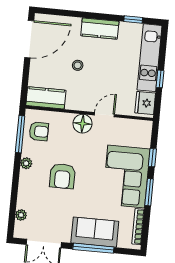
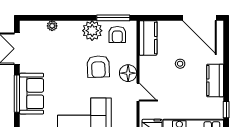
plant: (26, 163) -> (92, 31), width x1.88, depth x1.88
armchair: (62, 176) -> (98, 67), moved, turned -92
plant: (21, 215) -> (52, 26), moved

